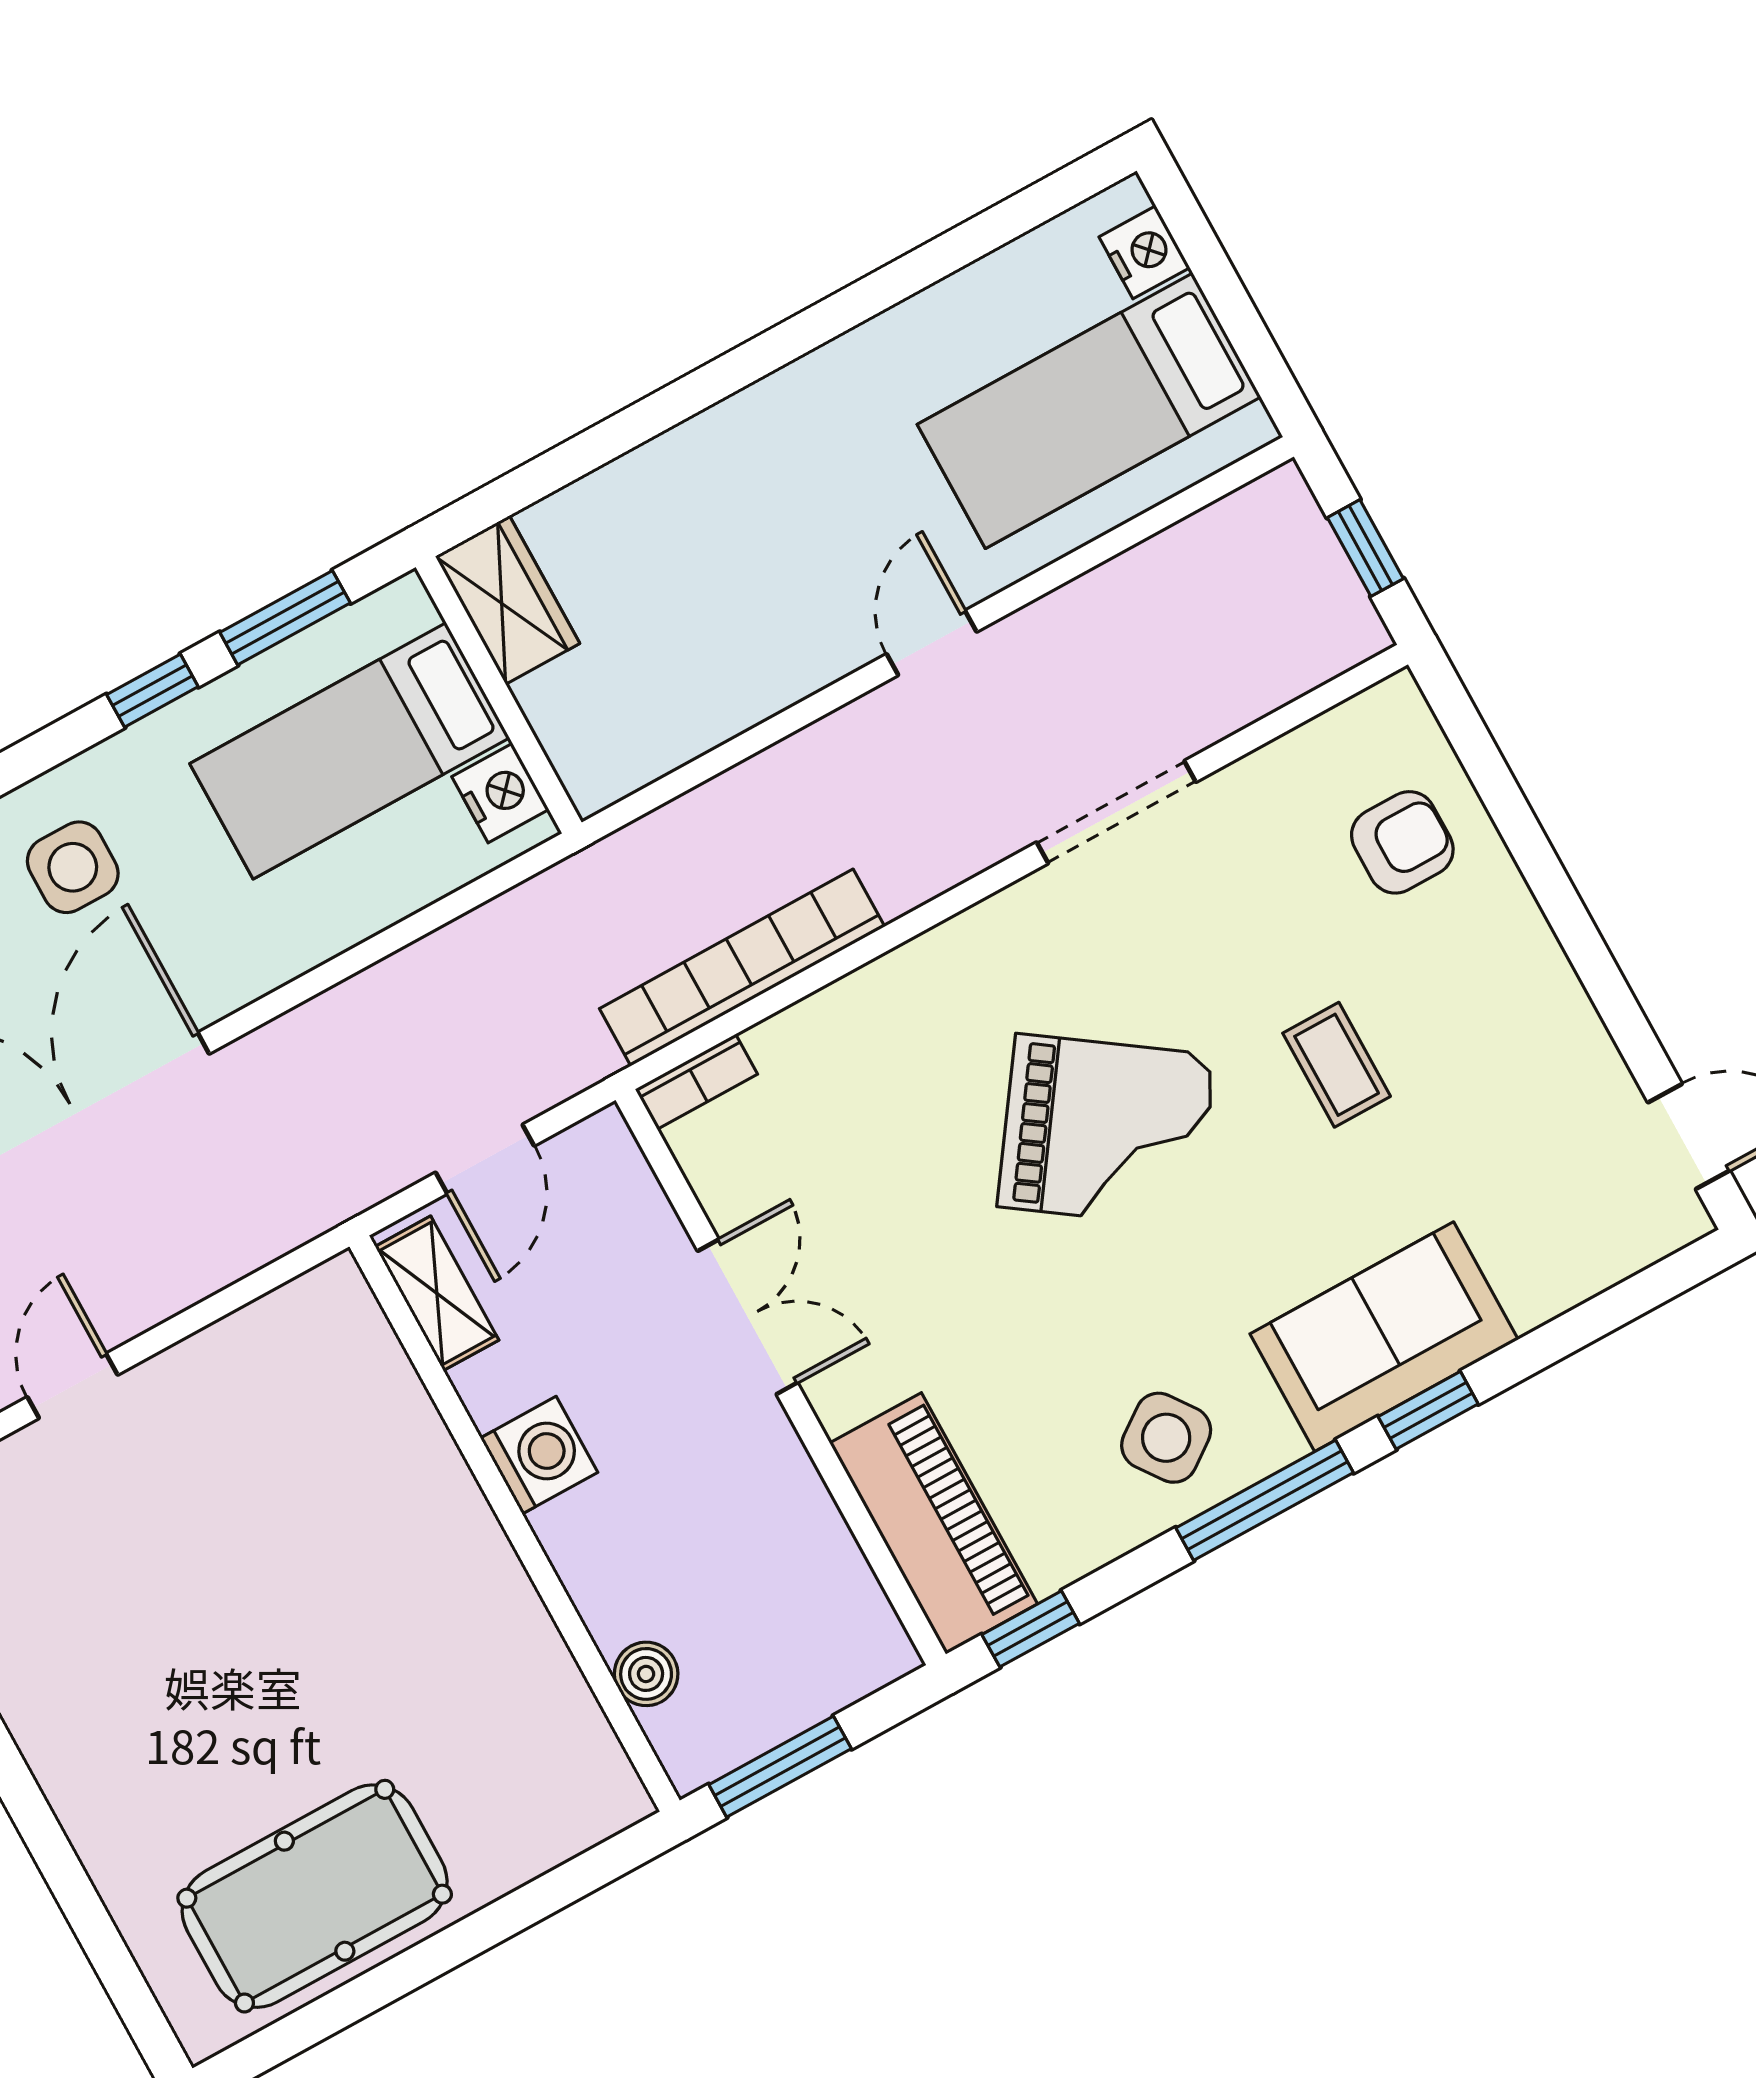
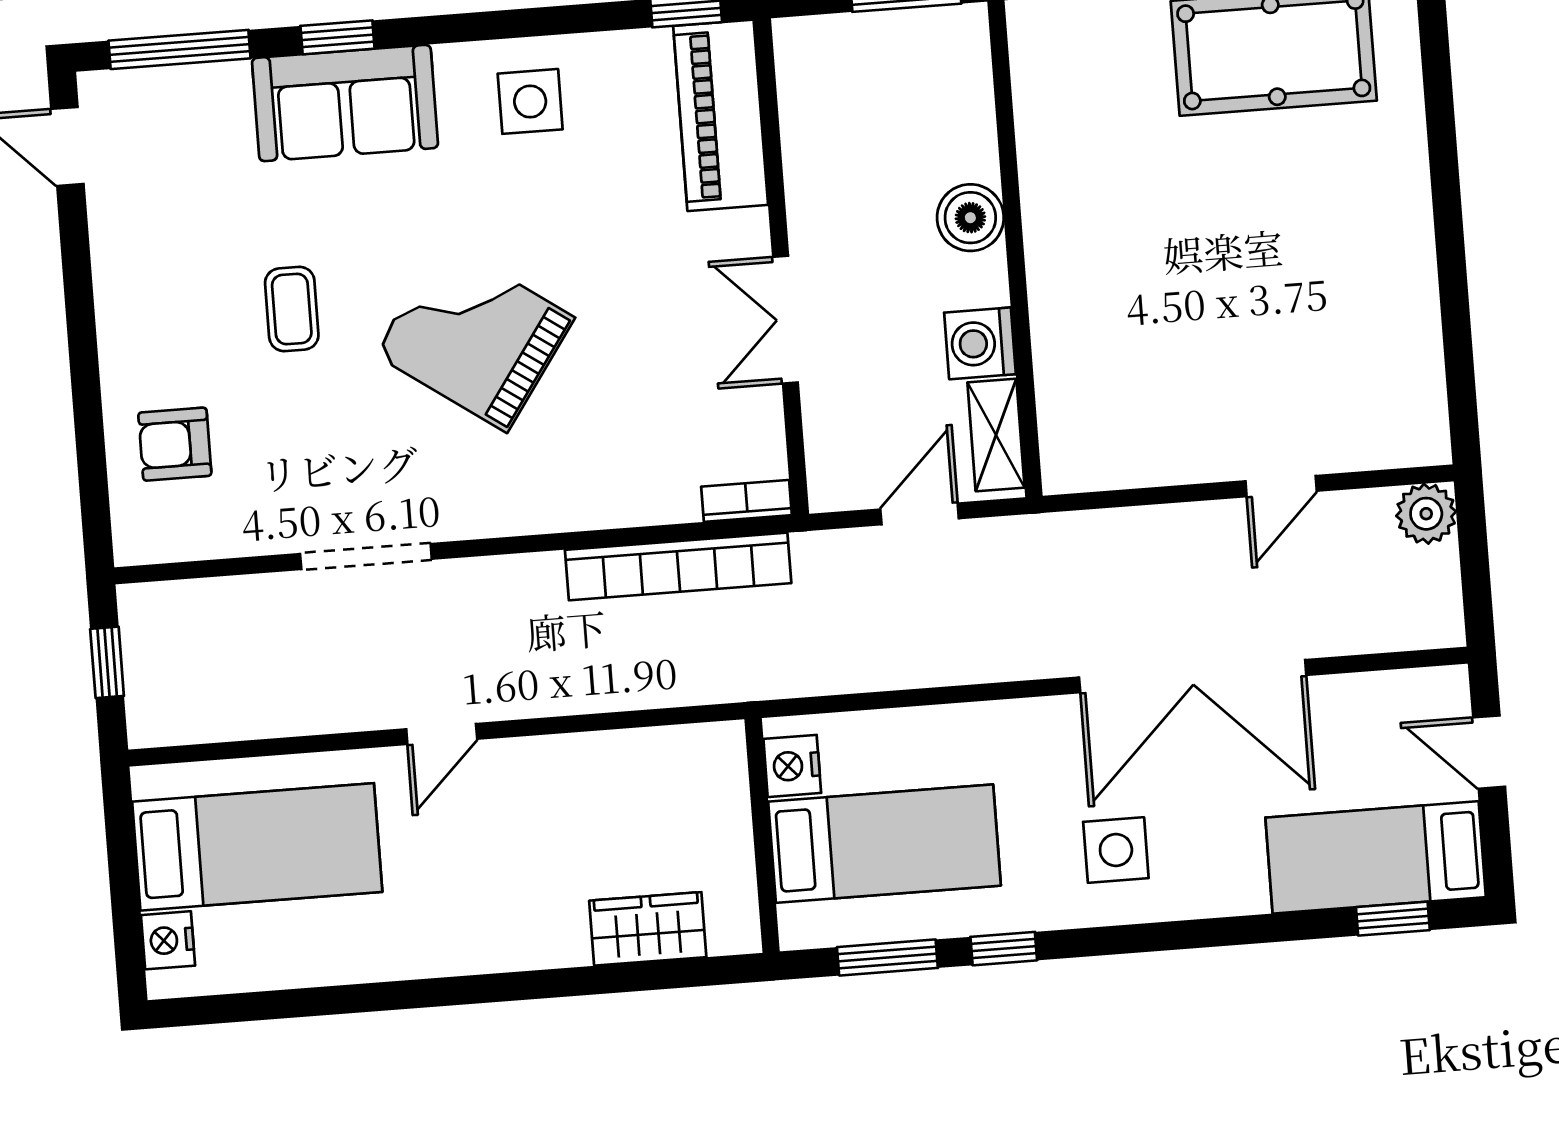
wardrobe: (507, 600) -> (648, 929), moved, turned 90
side table: (1166, 1438) -> (530, 101), turned 36
washing machine: (539, 1455) -> (980, 343), moved
window: (1265, 1500) -> (180, 49), moved
boiler: (646, 1674) -> (970, 218), moved, width x1.36, depth x1.36

